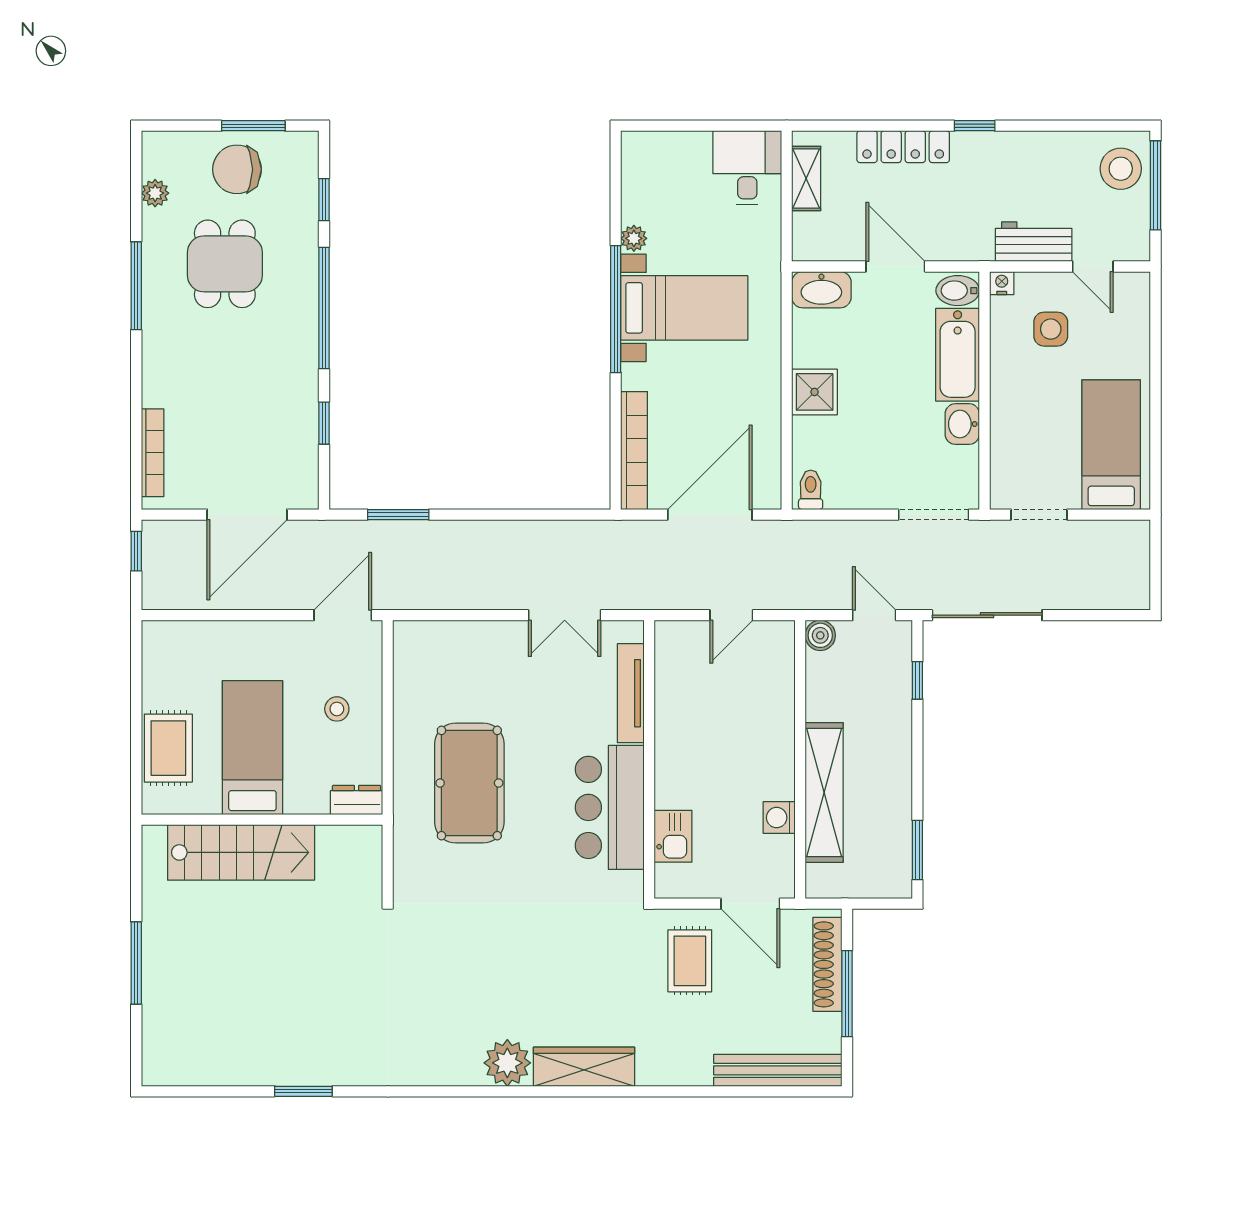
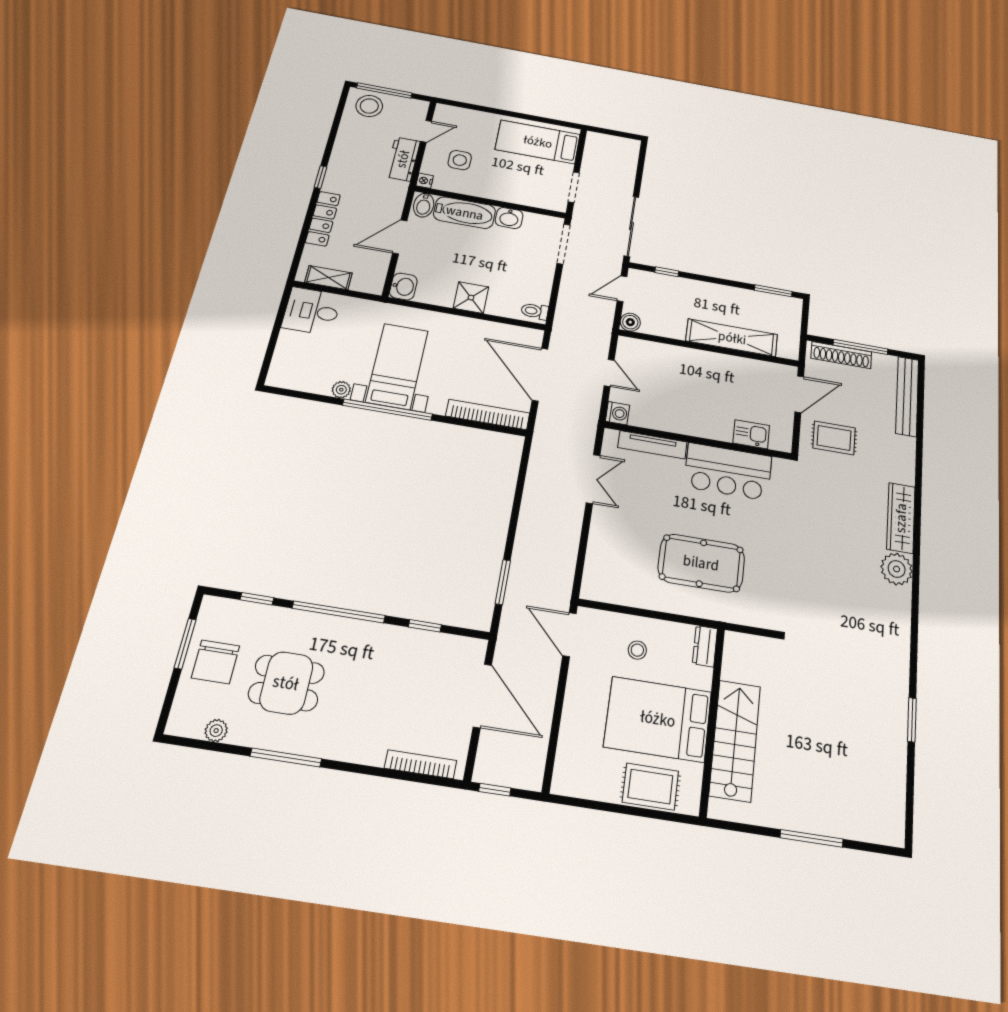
washbasin: (821, 290) -> (403, 286), width x0.72
bed: (252, 748) -> (658, 719), width x1.50
washing machine: (779, 818) -> (617, 413), moved, turned -90

